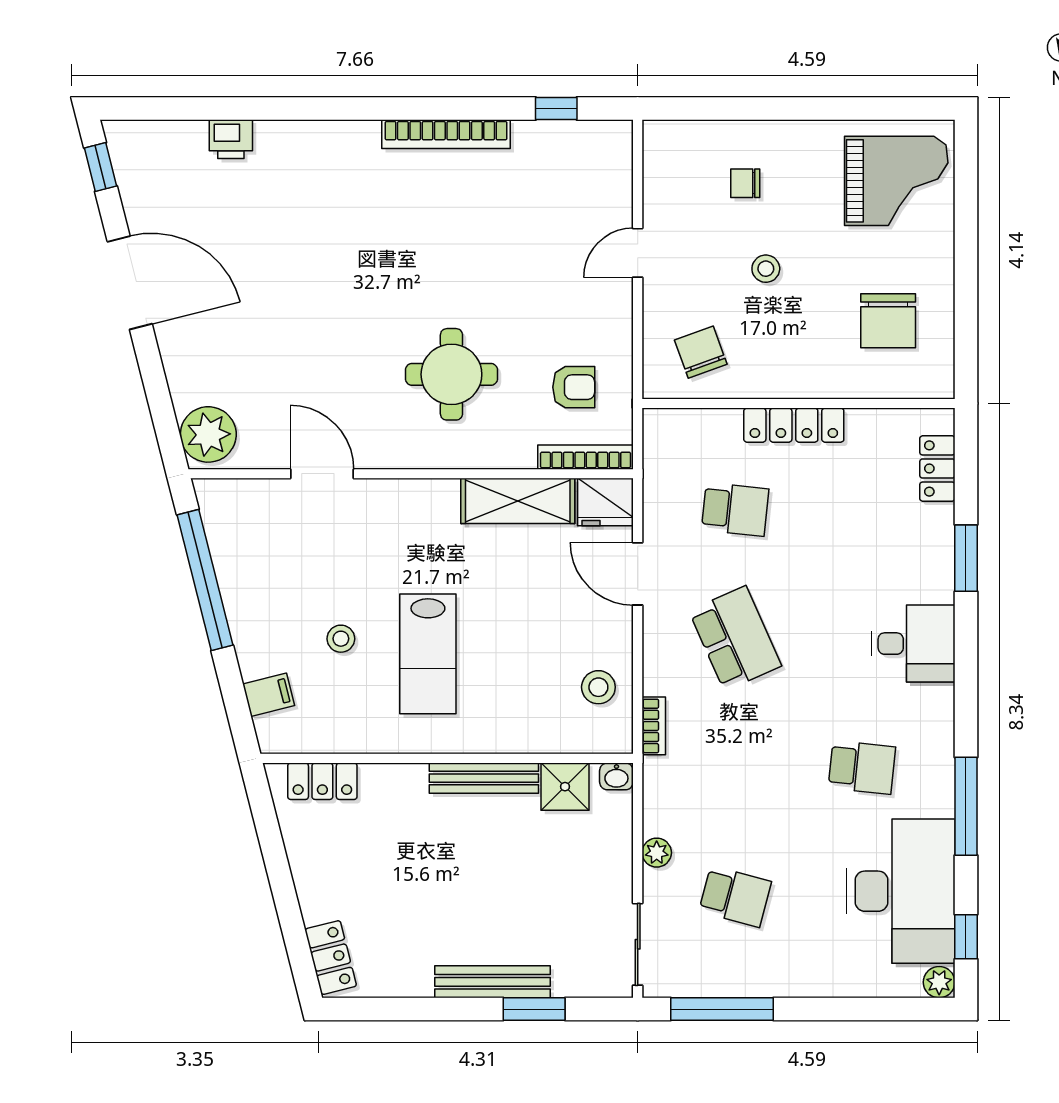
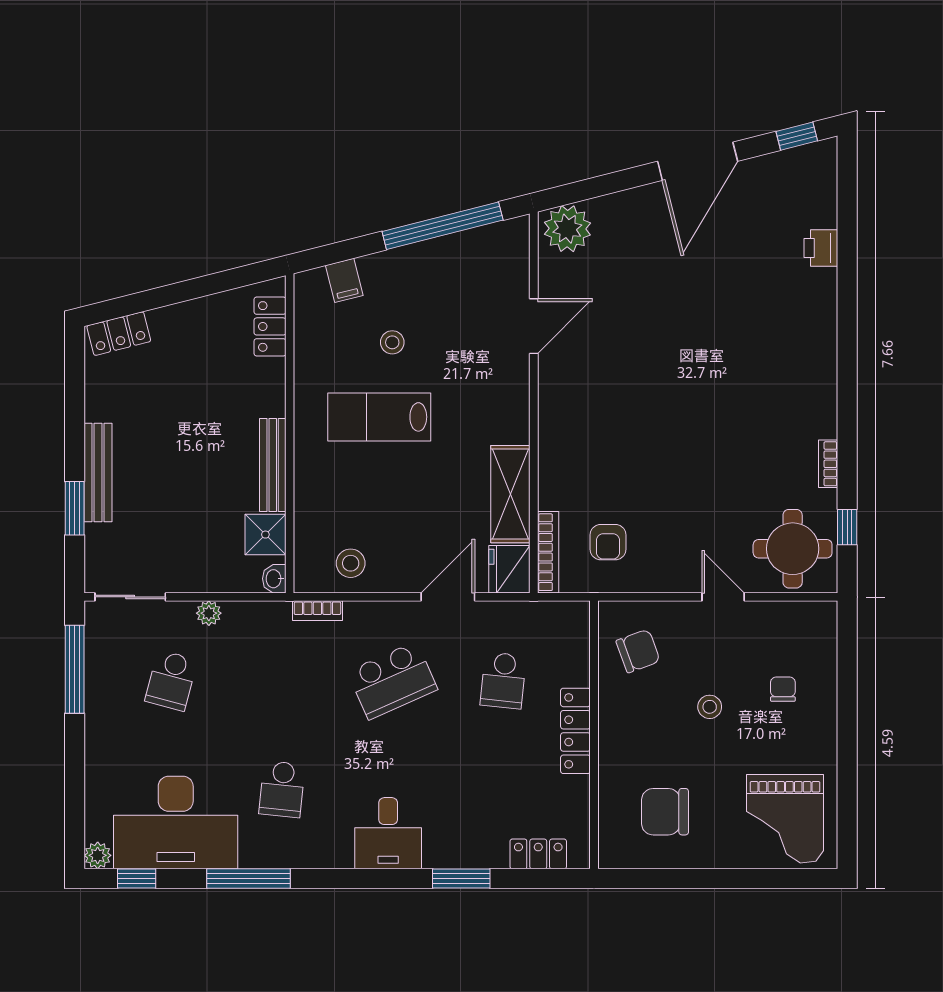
bookcase: (446, 134) -> (828, 464), width x0.43, depth x0.76
round table: (451, 374) -> (793, 549), moved

